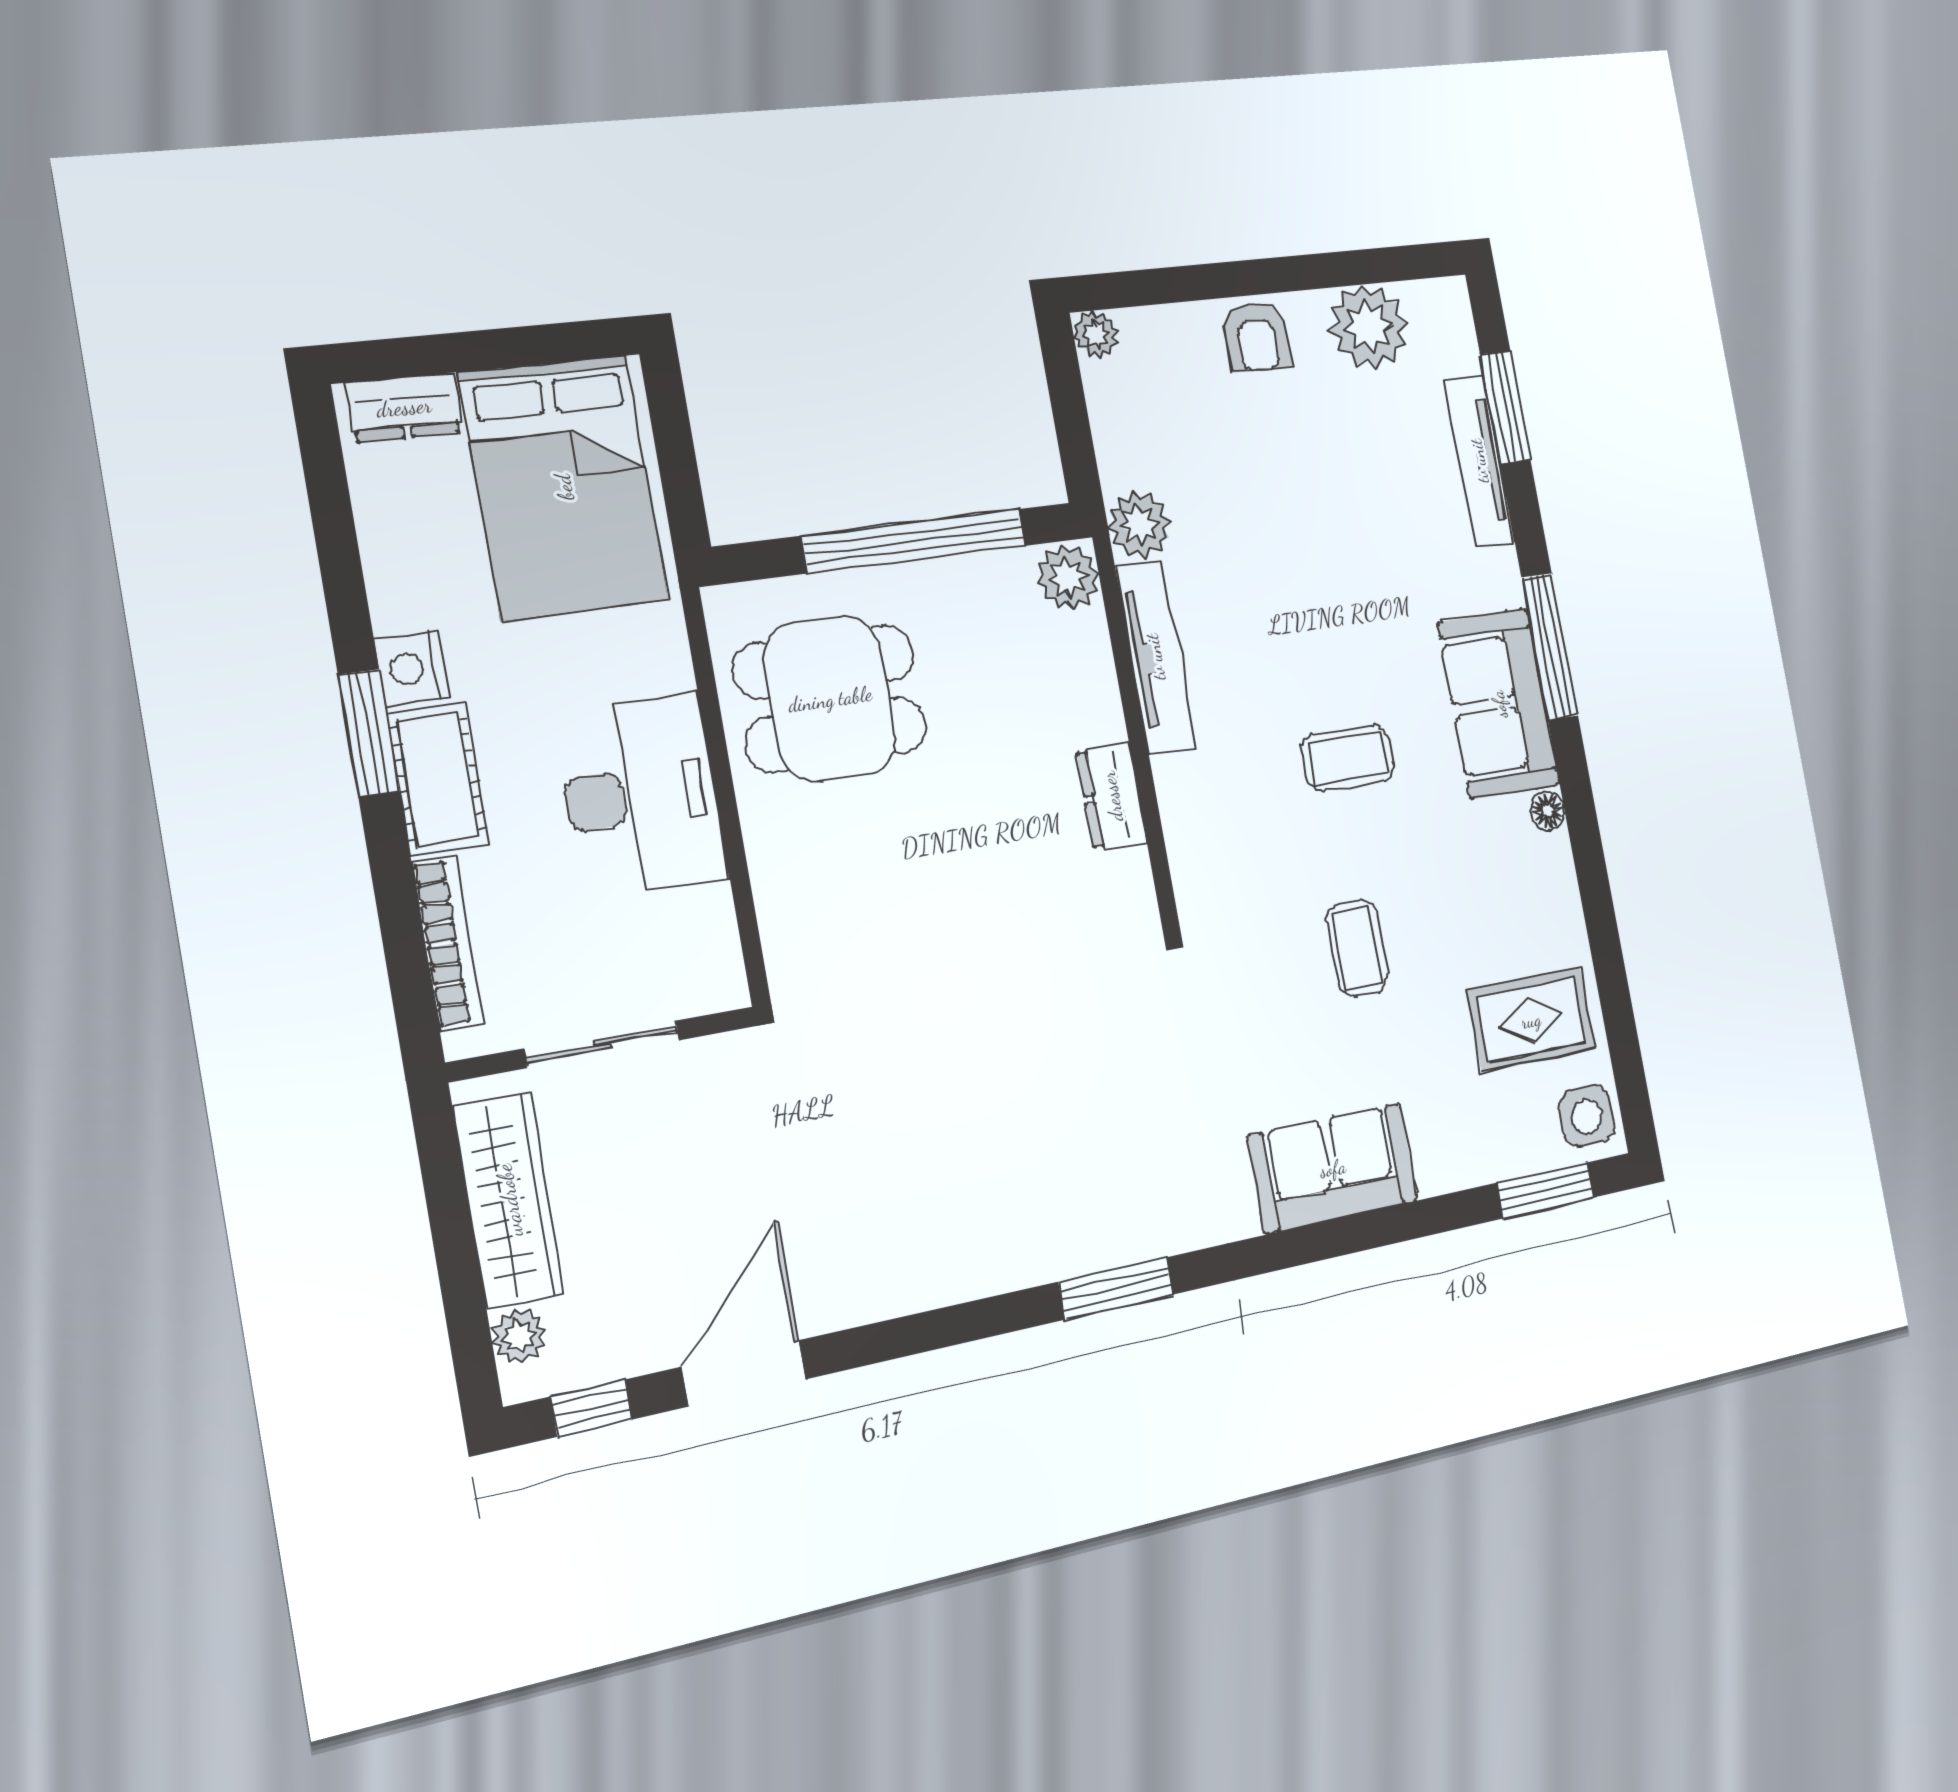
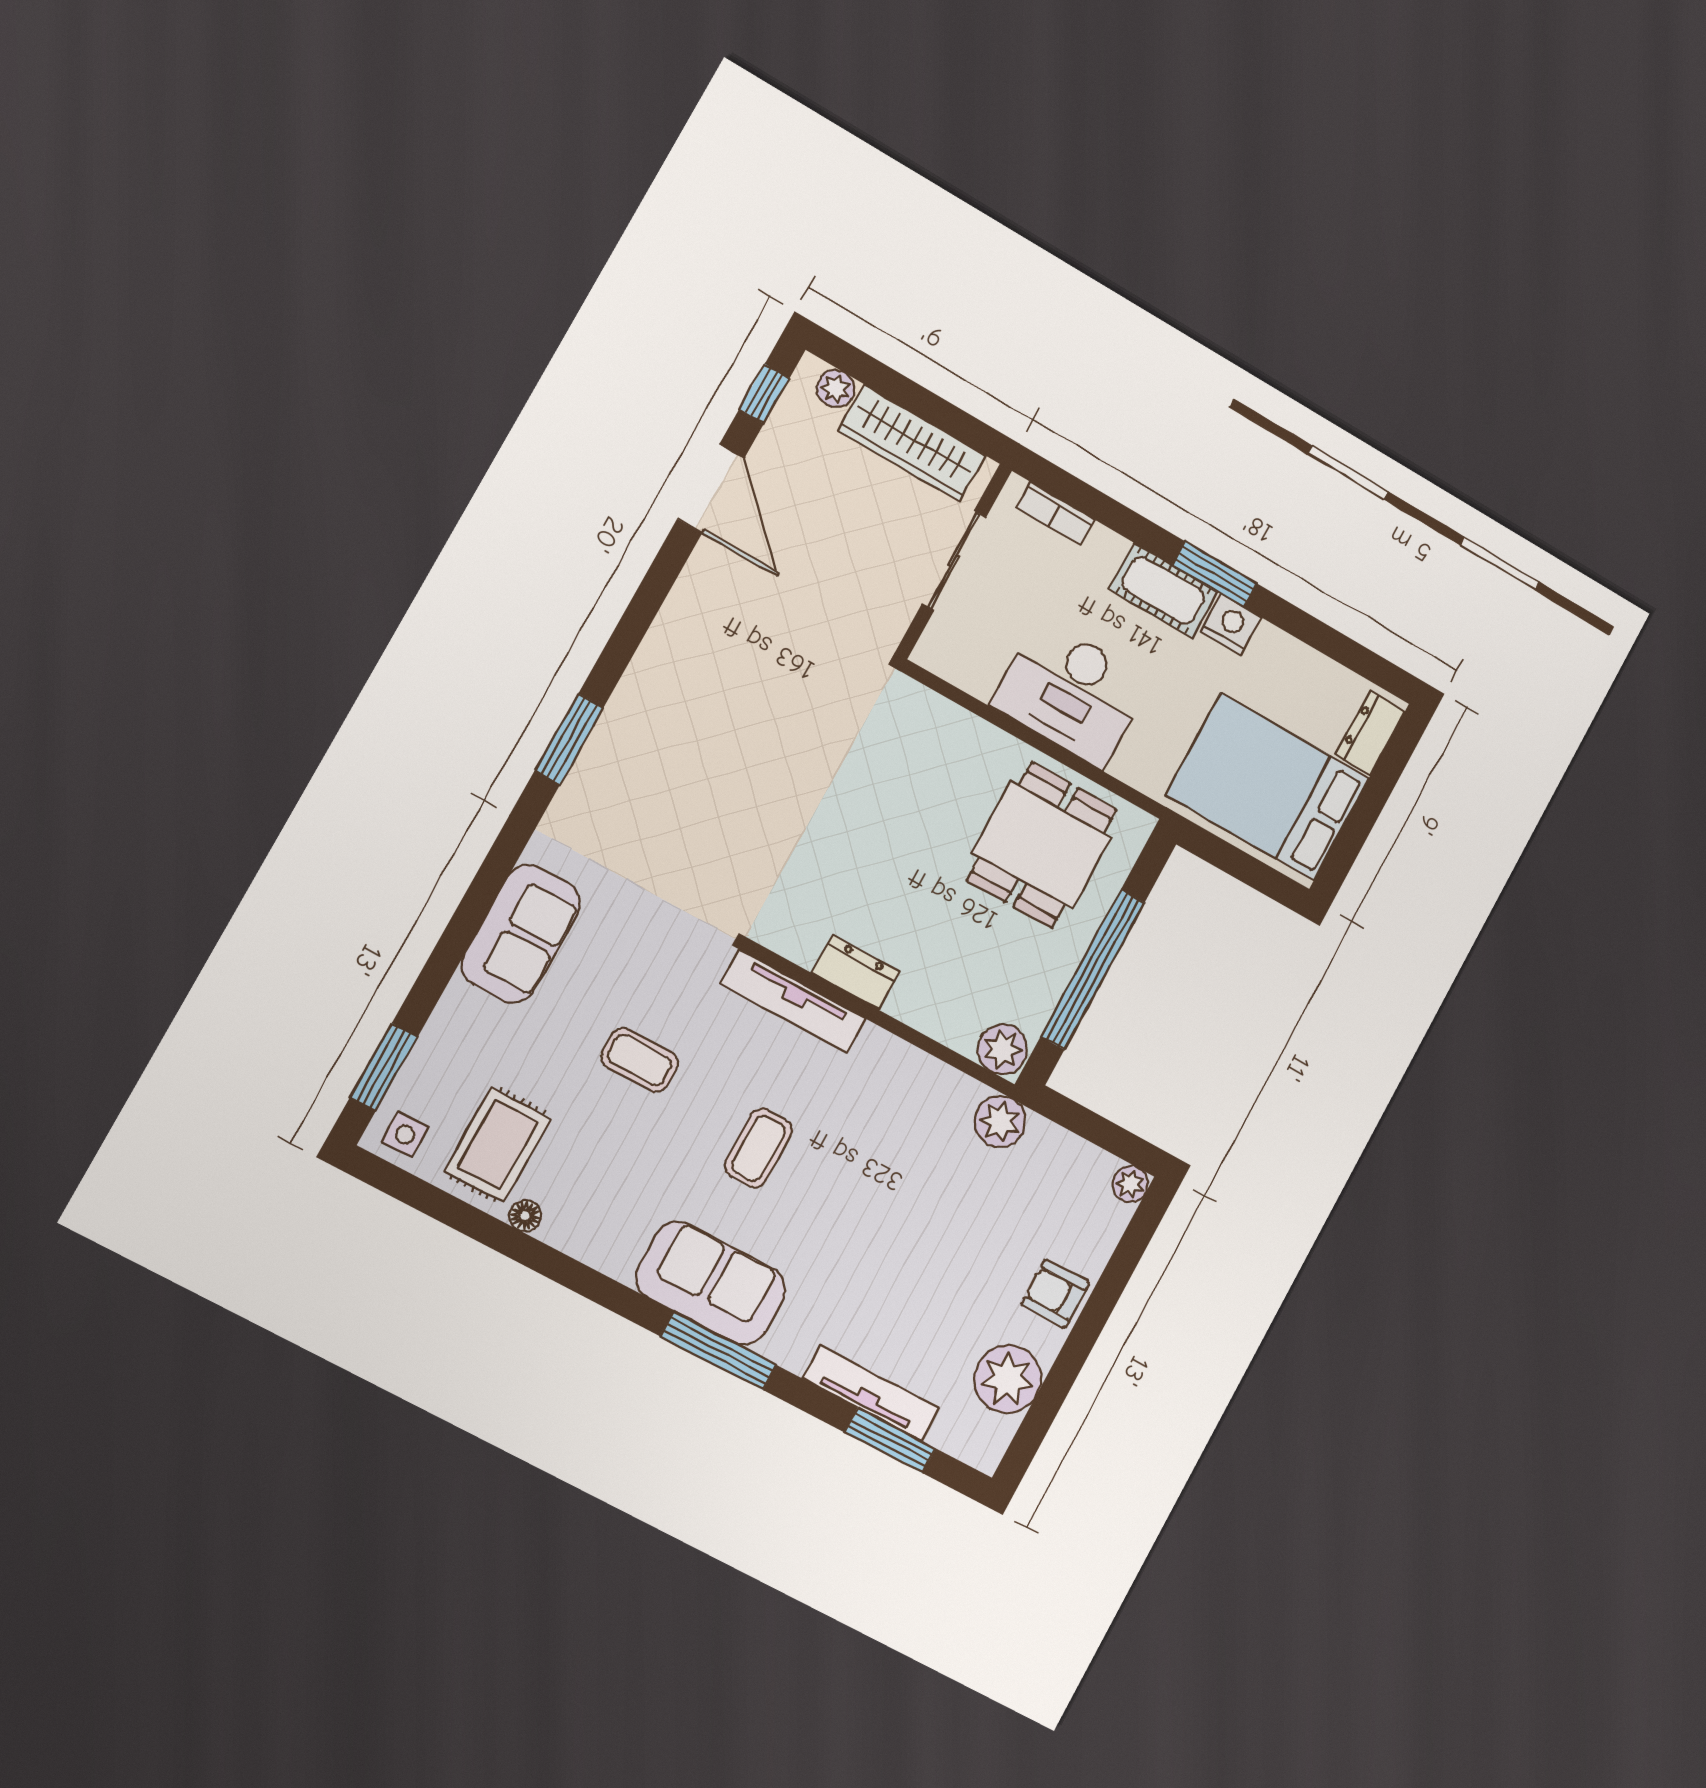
tv unit: (1155, 657) -> (793, 1001), moved
floor lamp: (1548, 811) -> (525, 1216), moved
bookcase: (447, 943) -> (1055, 514), width x0.64
side table: (1587, 1116) -> (405, 1134), width x0.73, depth x0.73

